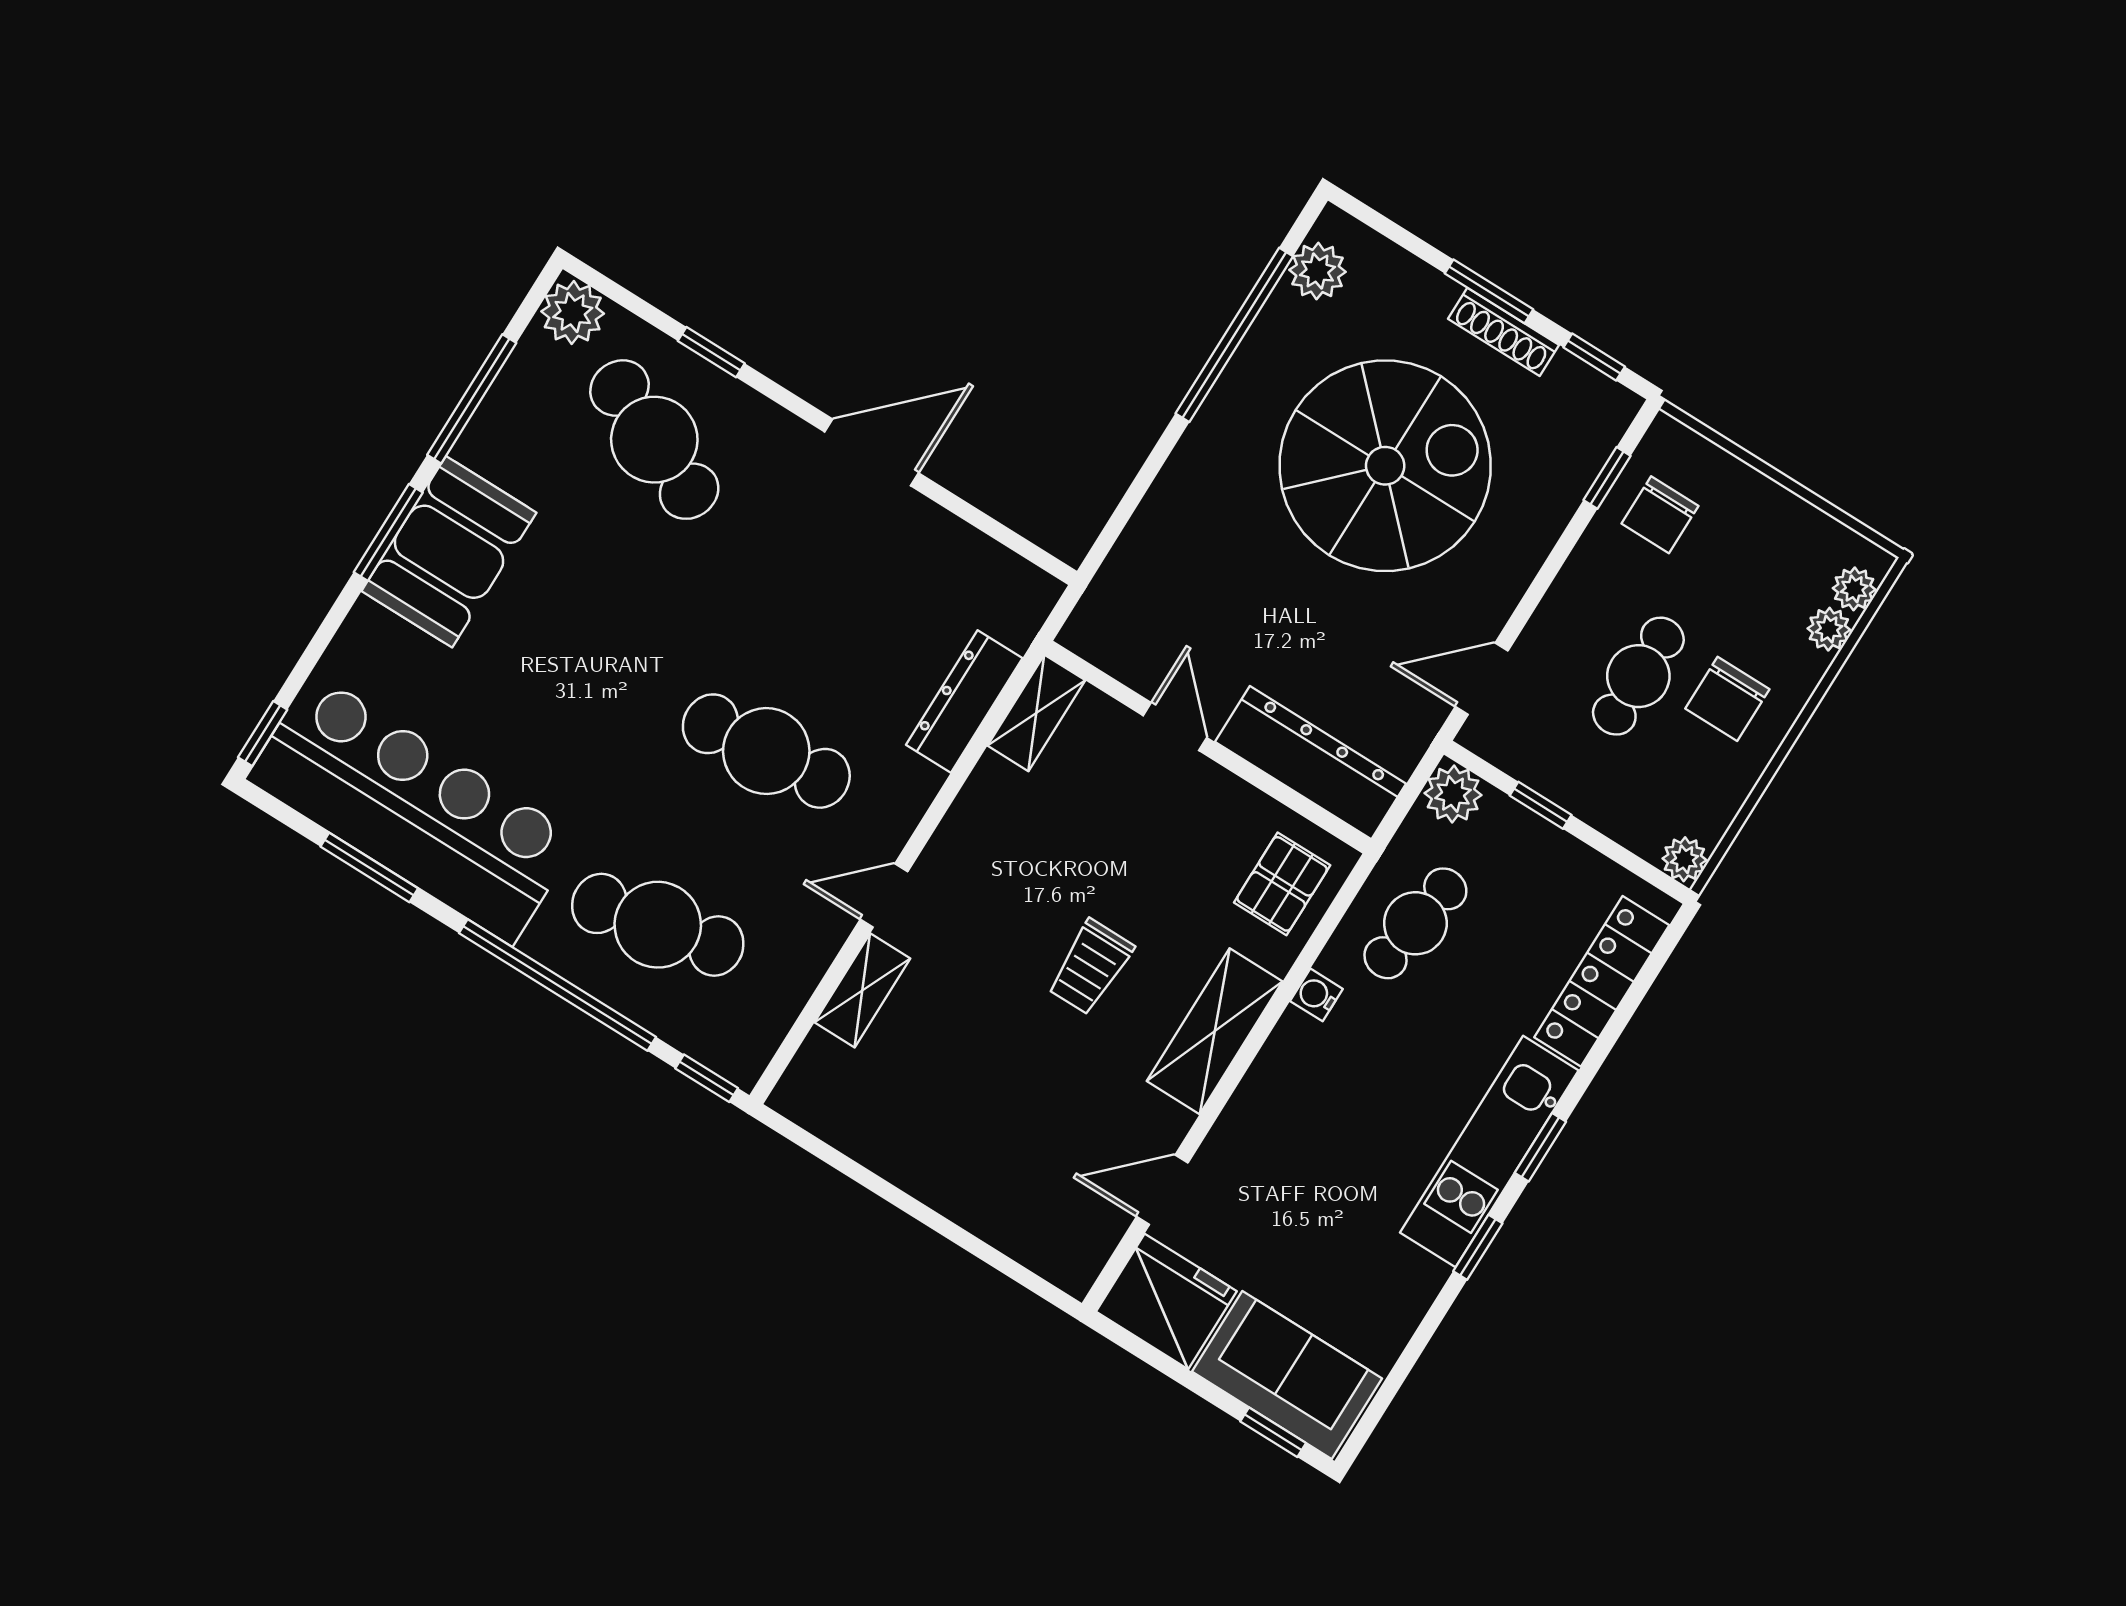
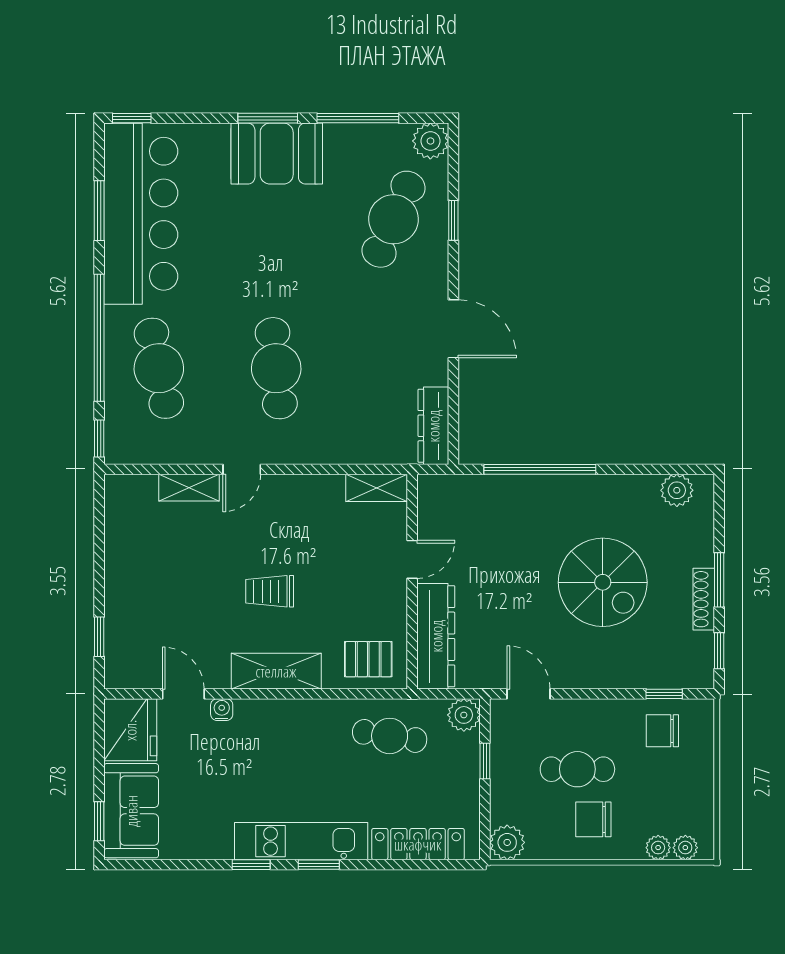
window: (1234, 335) -> (540, 469), moved
spiral stairs: (1385, 466) -> (603, 582), width x0.73, depth x0.73
dresser: (964, 701) -> (433, 426), moved, turned -90
plant: (1684, 859) -> (507, 842), width x1.38, depth x1.38
door: (884, 895) -> (242, 469), swing flipped
water cooler: (1316, 995) -> (222, 710), moved
window: (1000, 1262) -> (99, 637), added

